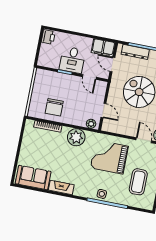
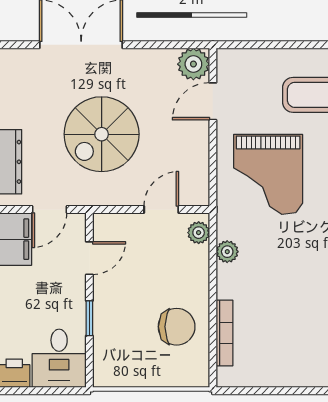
desk: (72, 60) -> (59, 358), moved, turned 90
plant: (76, 137) -> (227, 252), width x0.53, depth x0.53

